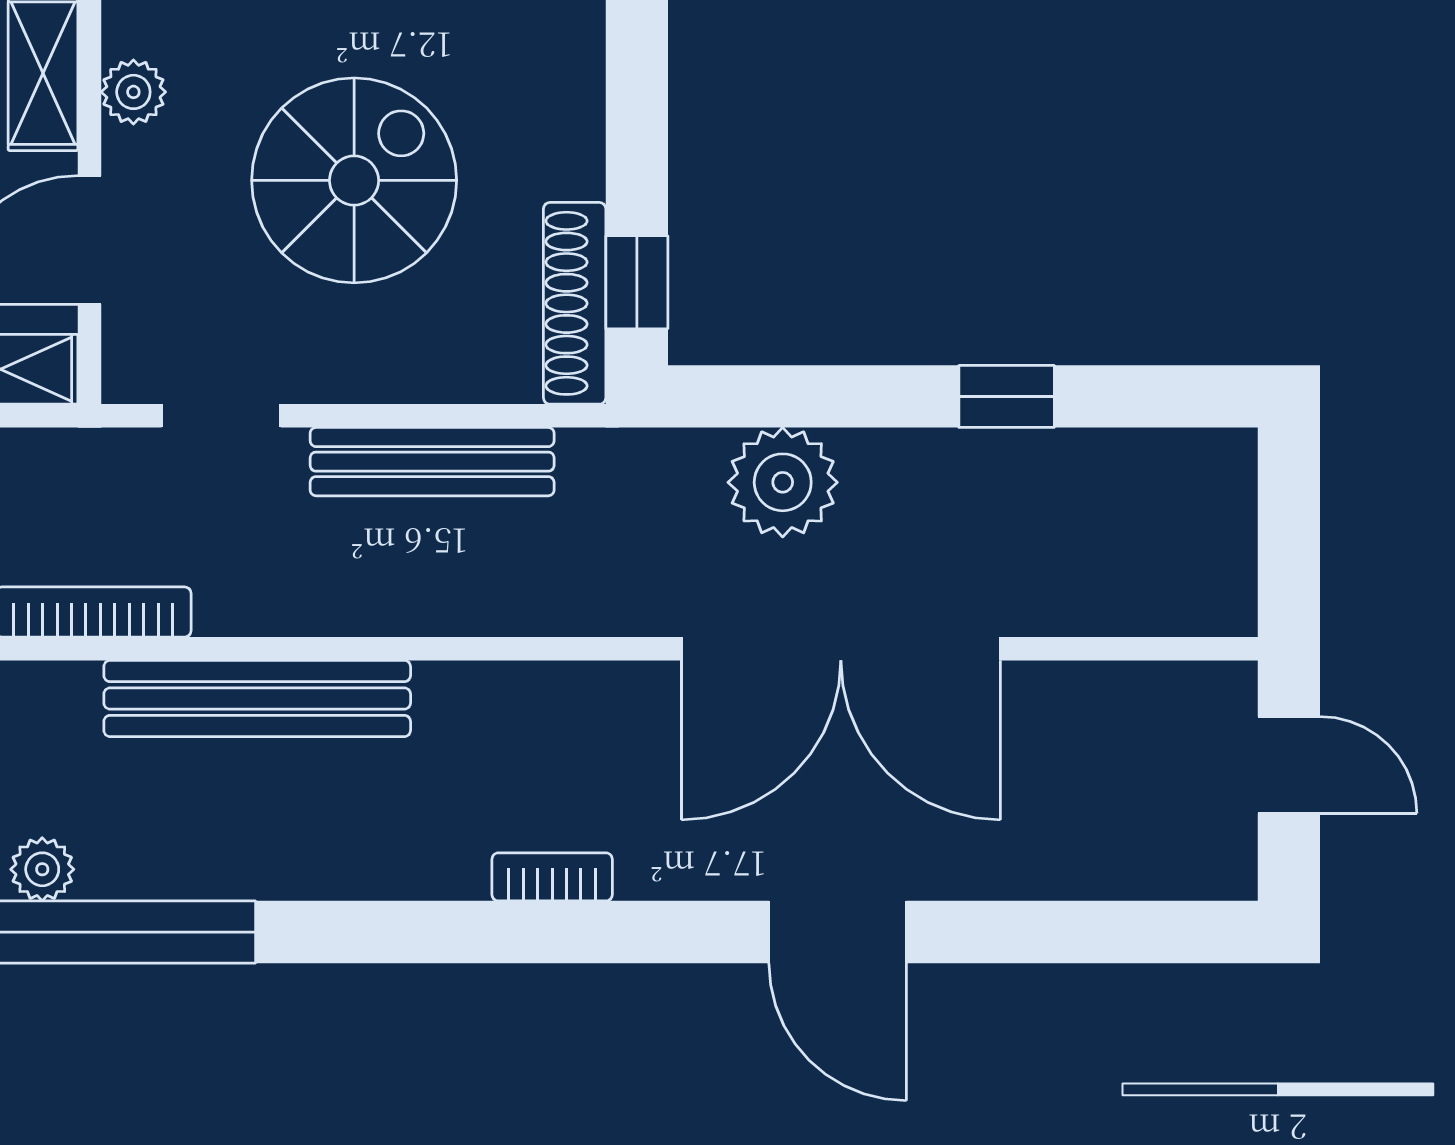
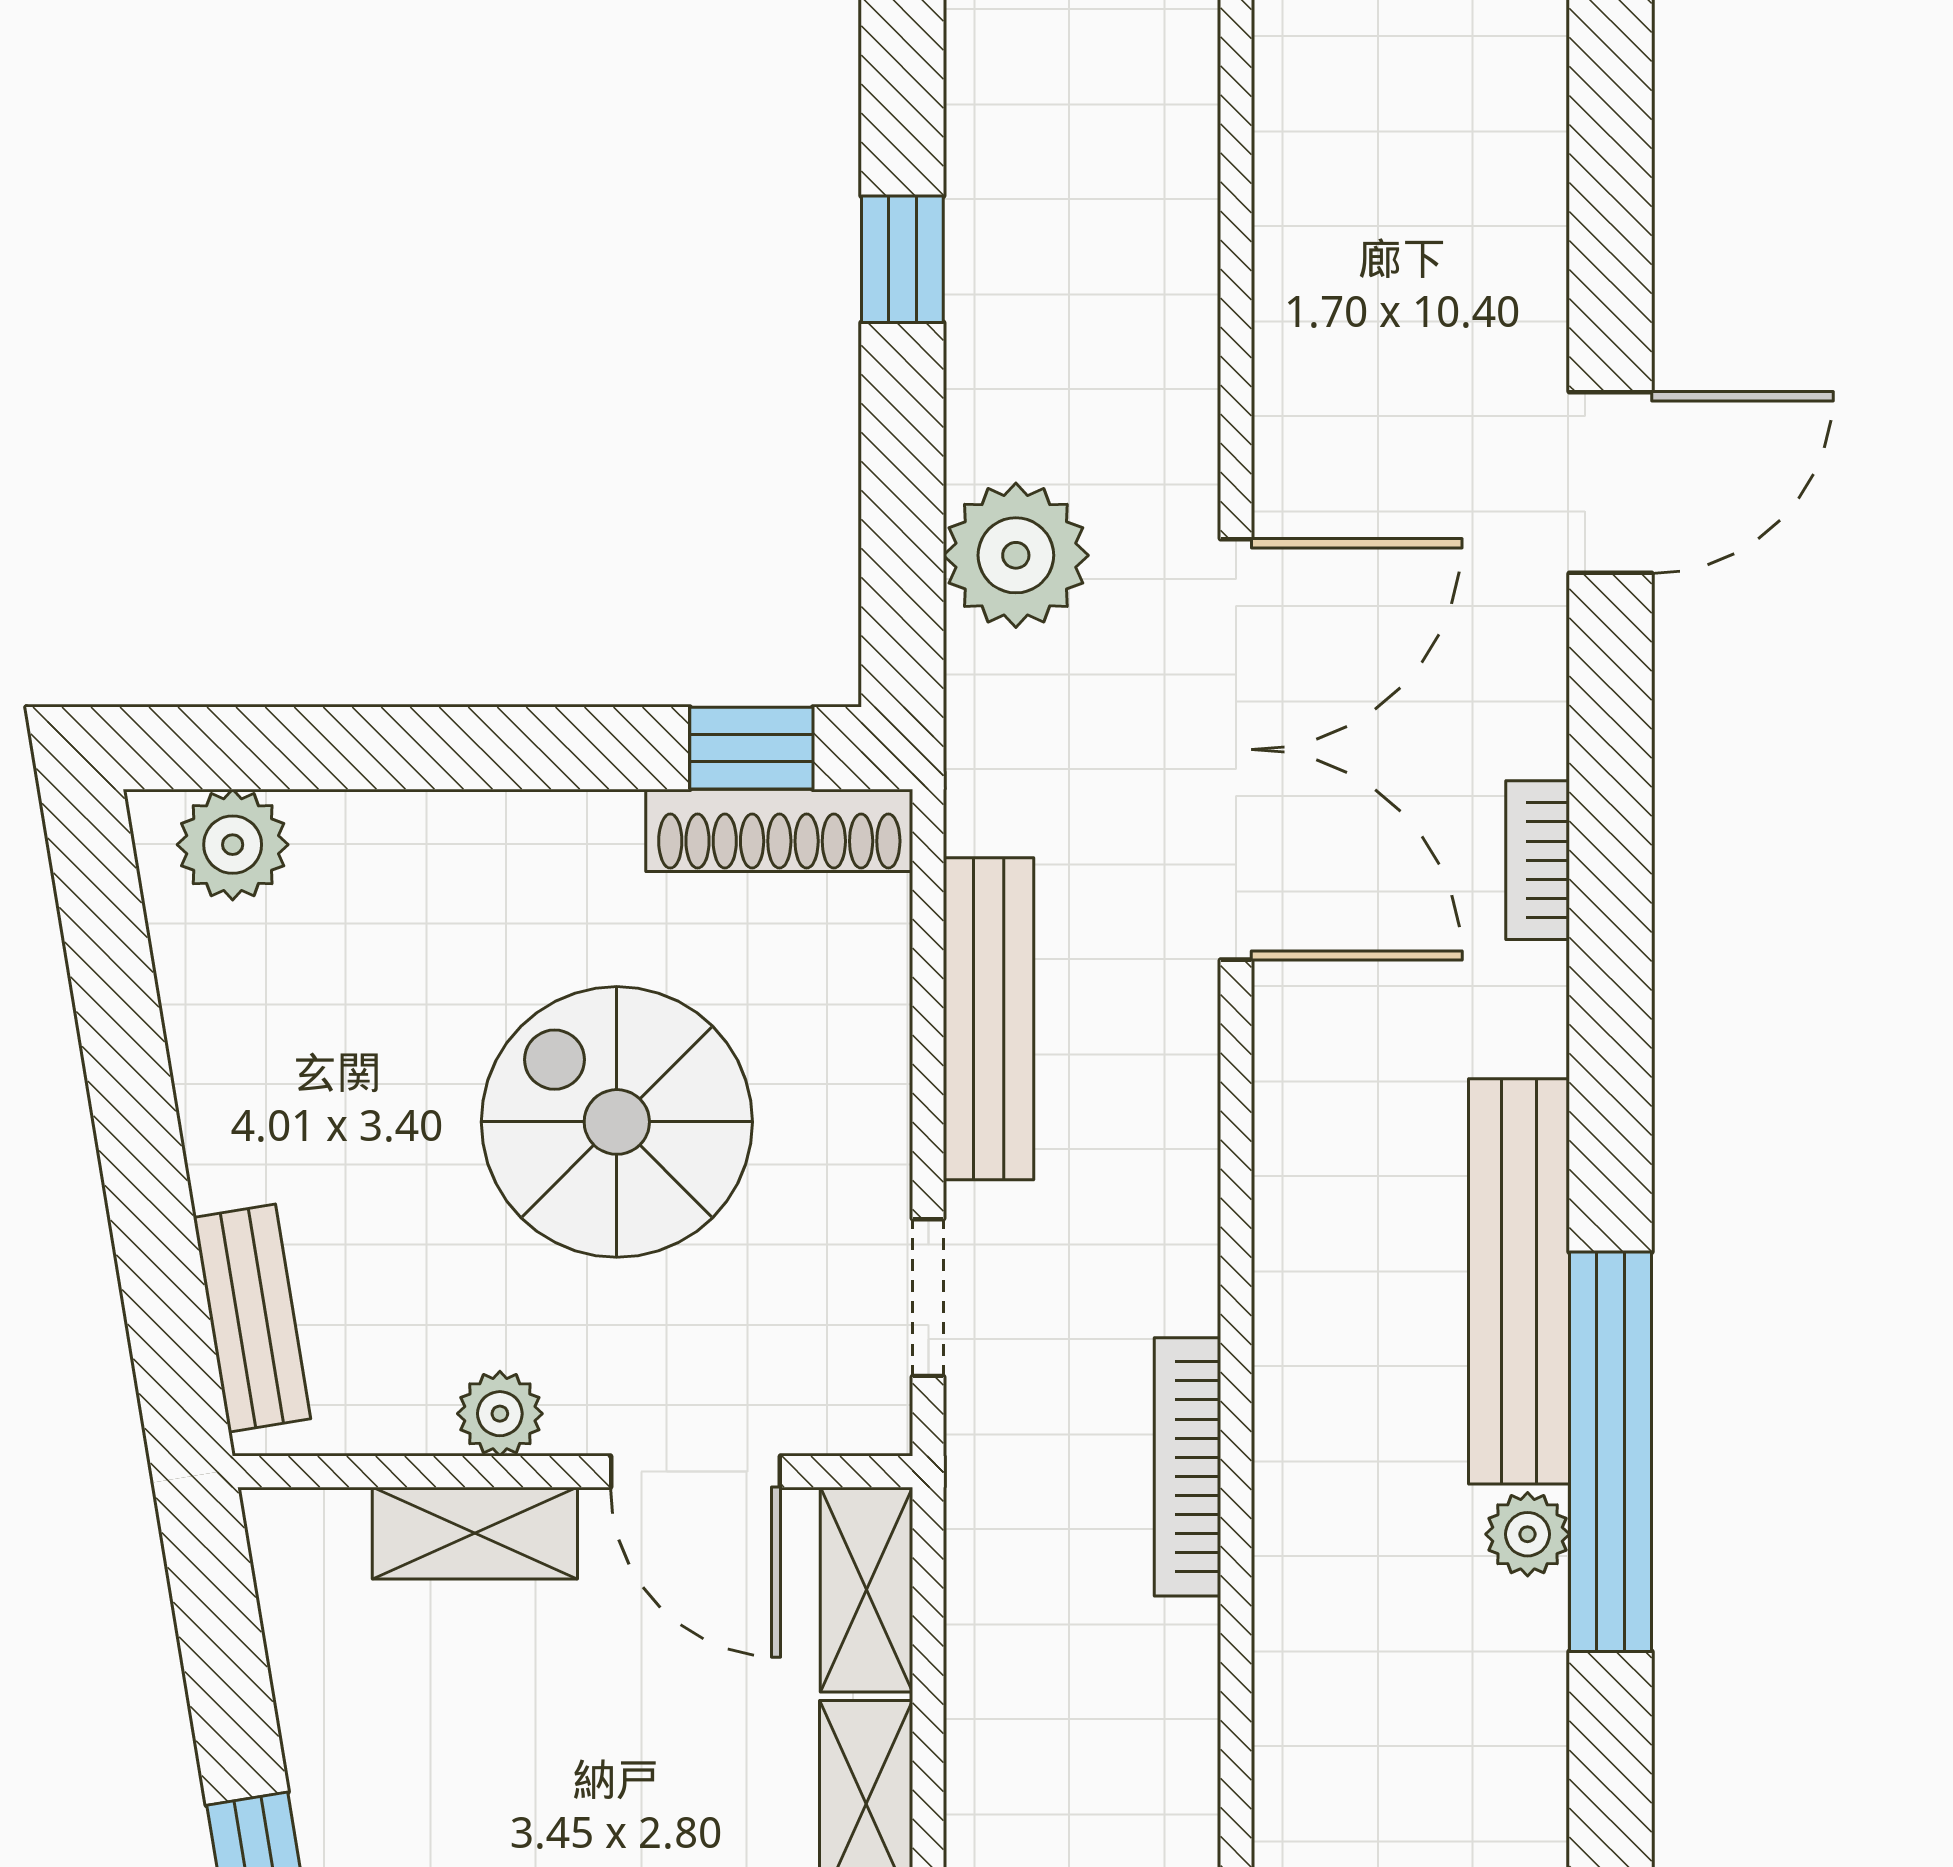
double door: (841, 649) -> (1236, 749), moved
bench: (257, 698) -> (1519, 1281), moved

